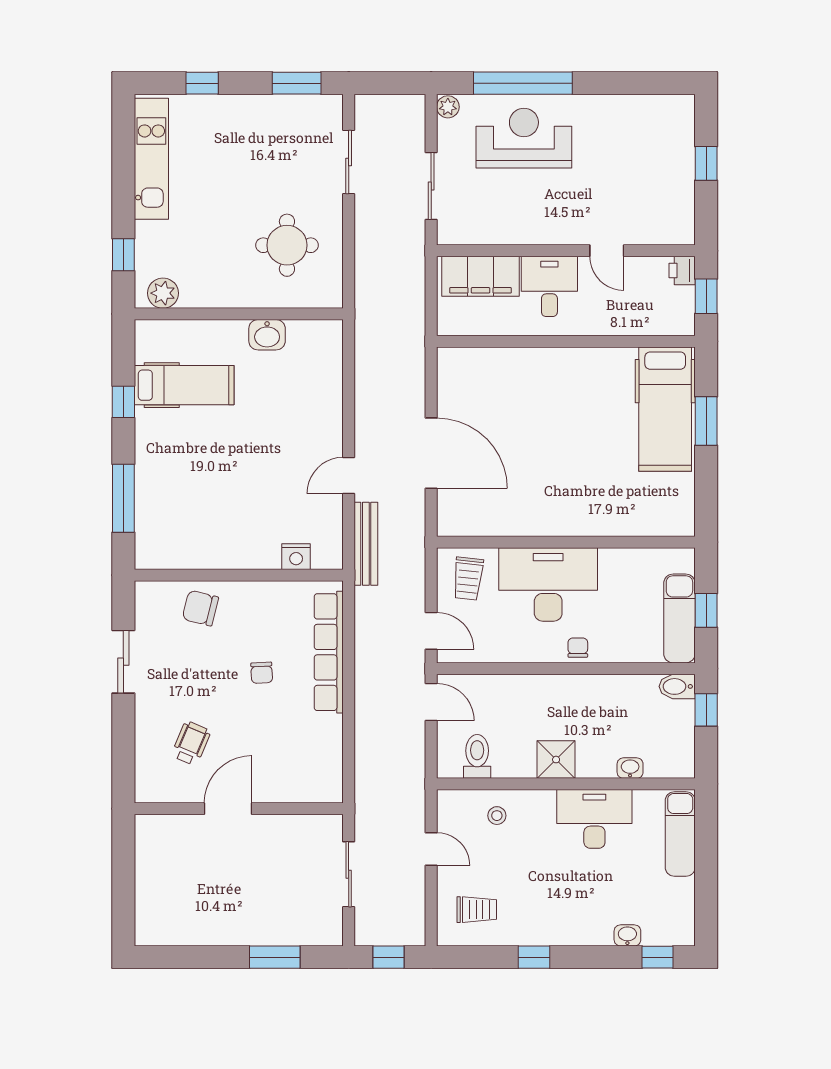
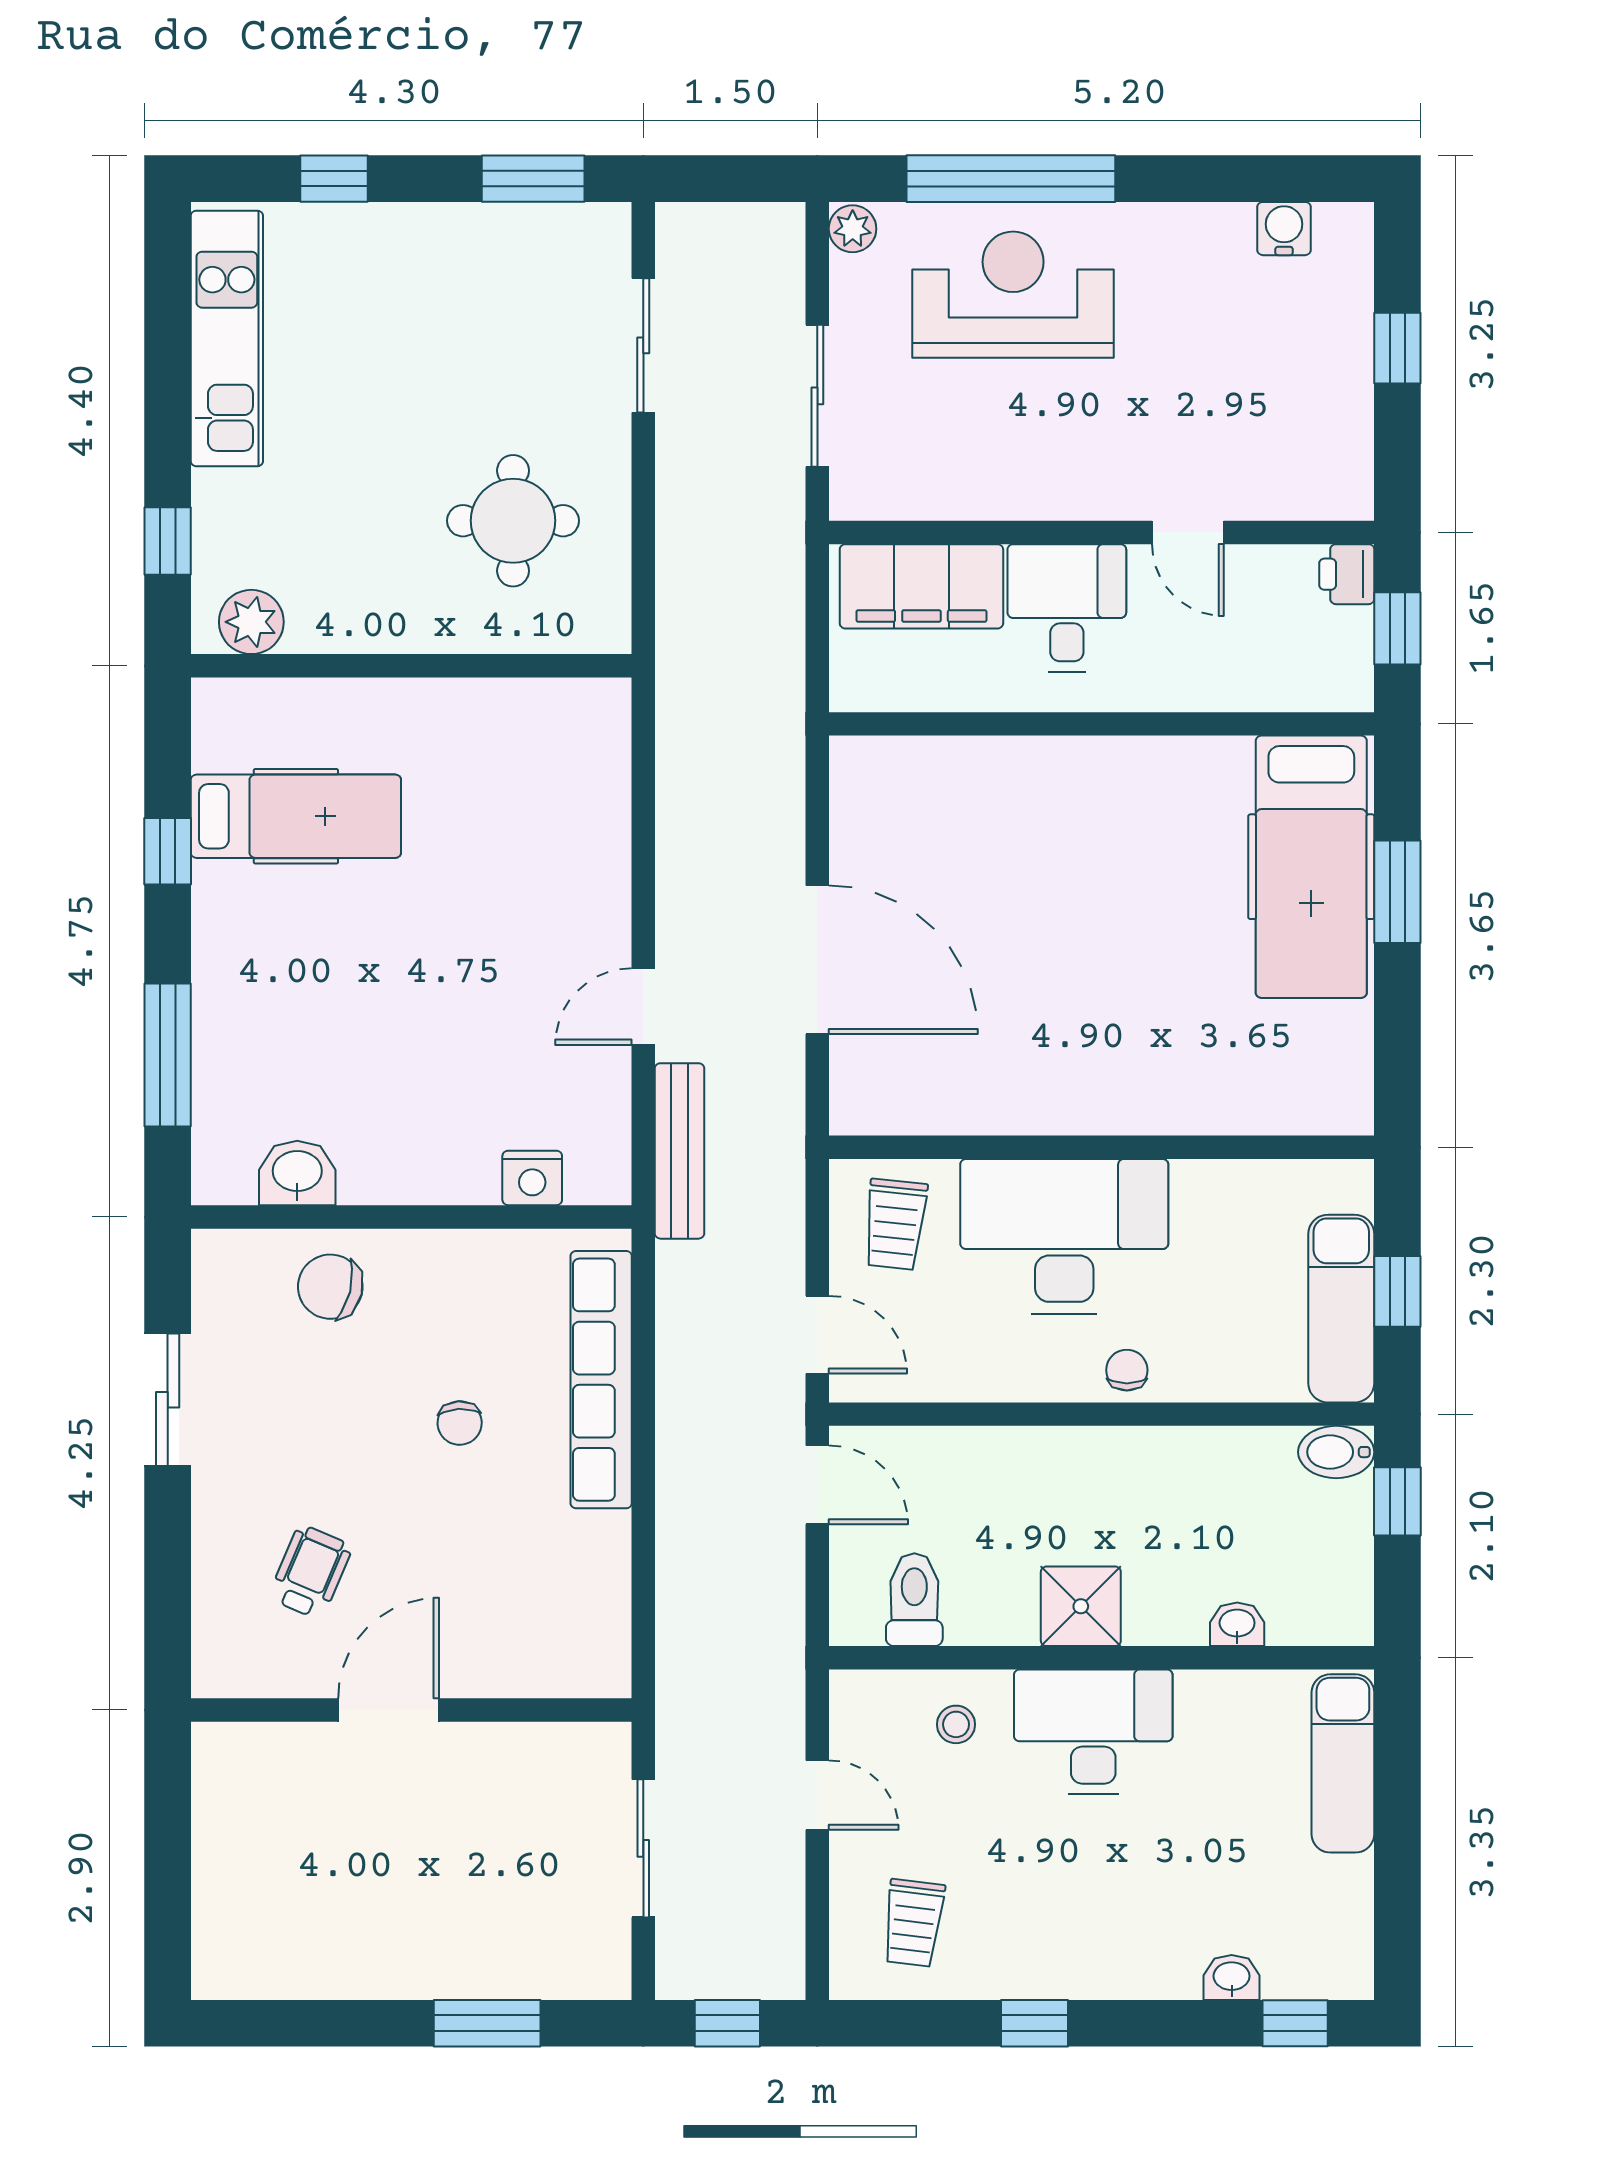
water cooler: (652, 107) -> (1284, 229), added
washbasin: (267, 335) -> (297, 1173), moved, turned 180
desk: (594, 819) -> (1093, 1732), moved
trolley: (477, 910) -> (913, 1923), turned 97

